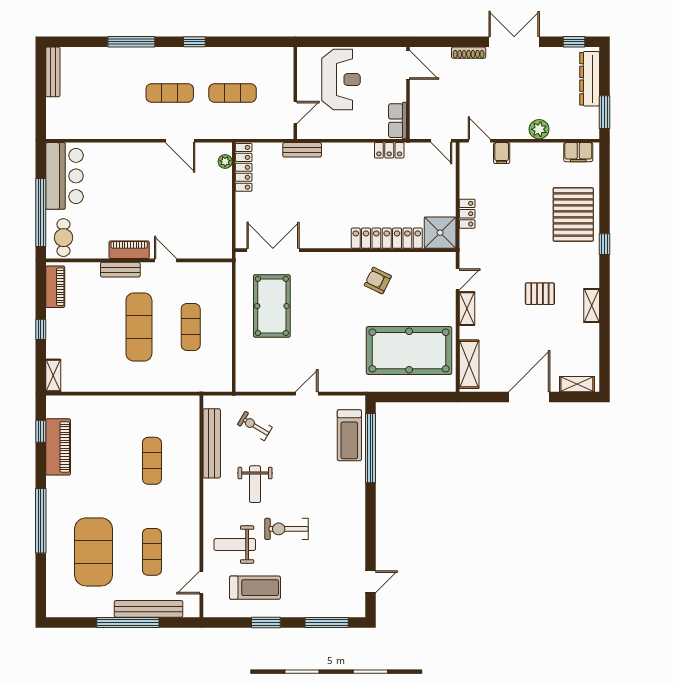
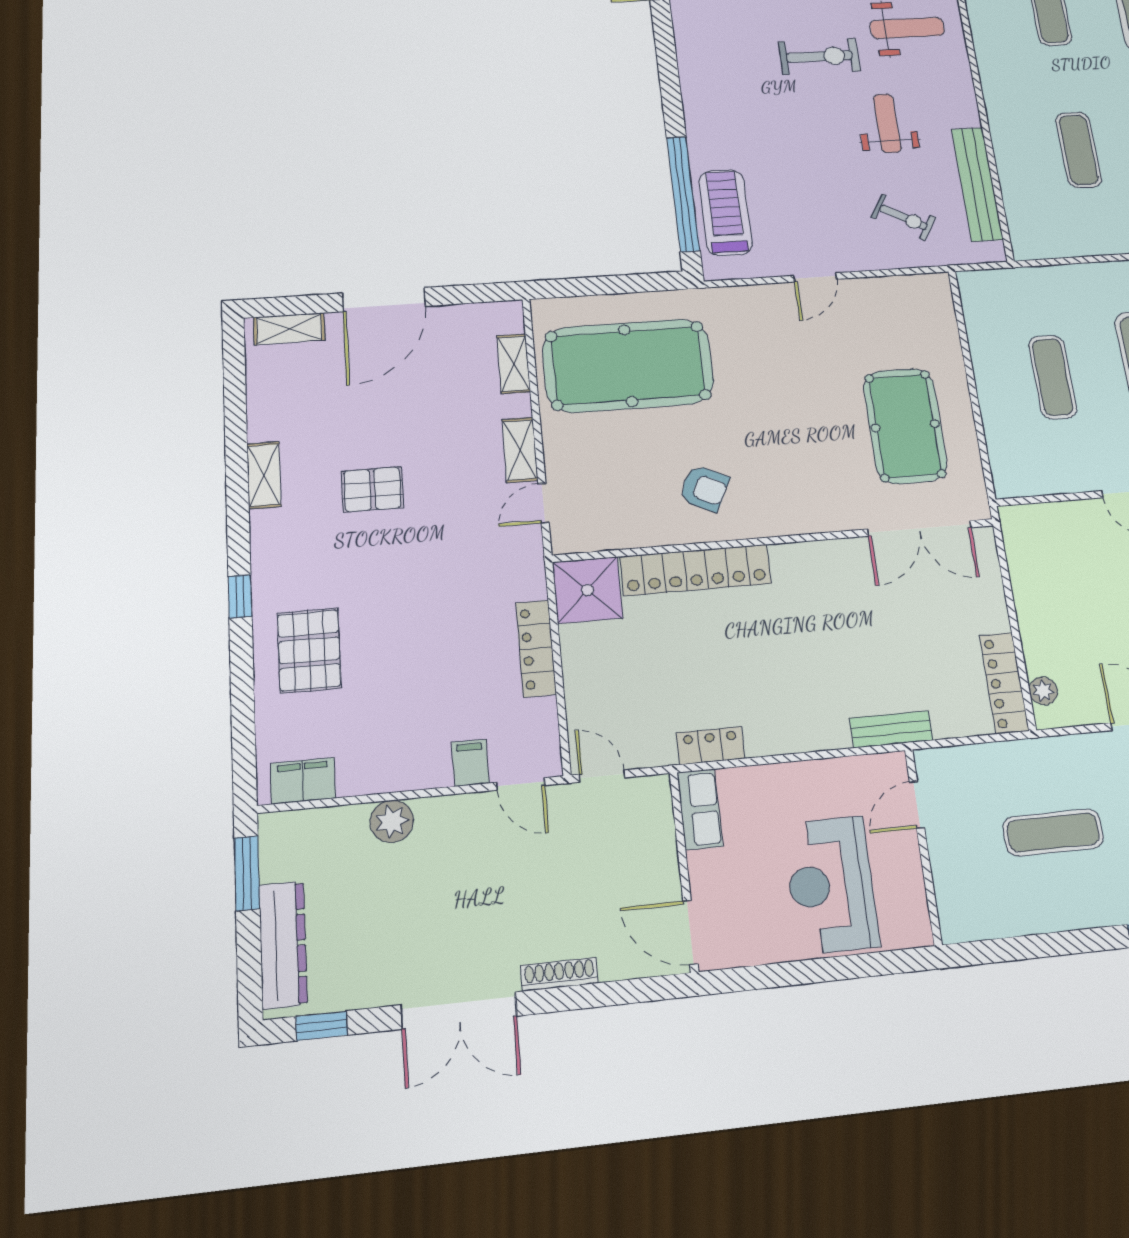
locker: (467, 214) -> (536, 648), width x1.53
pallet: (573, 214) -> (309, 650), width x0.73, depth x0.71
shelving: (469, 364) -> (513, 364), width x0.67, depth x0.75

